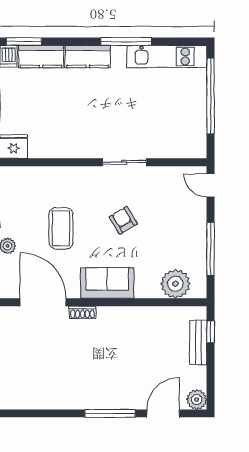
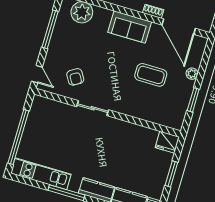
armchair: (123, 220) -> (75, 77), moved
coffee table: (61, 228) -> (151, 75), turned 90

